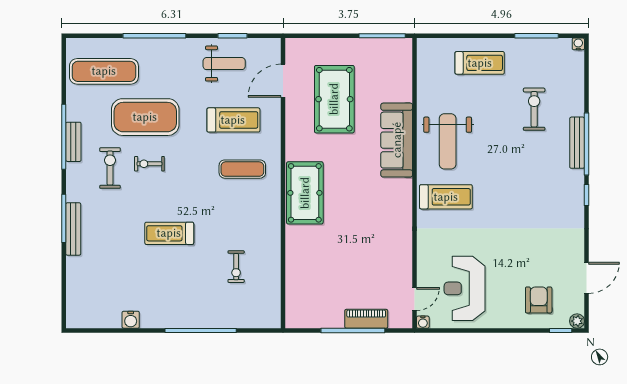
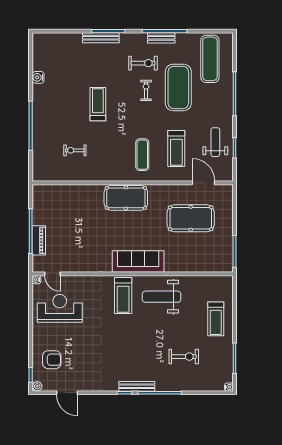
weight bench: (224, 64) -> (215, 142), turned 180
sofa: (397, 140) -> (138, 261), moved
bench: (577, 143) -> (137, 386), moved

